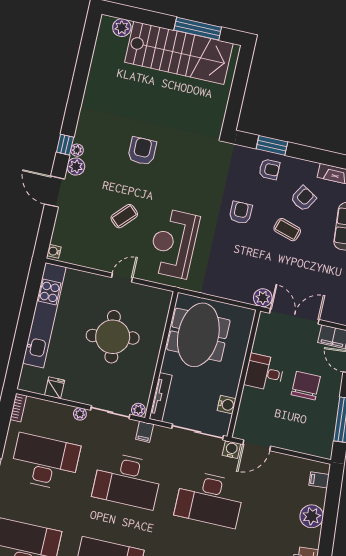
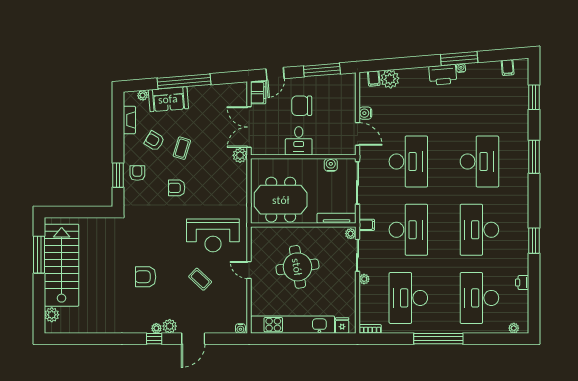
fridge: (55, 388) -> (342, 325), moved, turned 90
water cooler: (231, 450) -> (365, 113), moved
plant: (312, 516) -> (390, 79), moved

